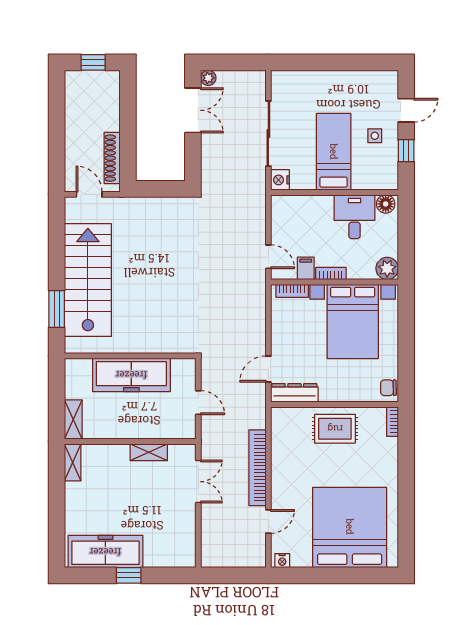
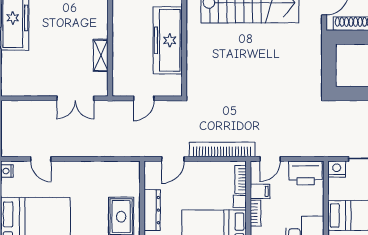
printer: (284, 216) -> (306, 173), added
door: (268, 369) -> (173, 159), swing flipped
dresser: (294, 393) -> (152, 210), moved
bookcase: (257, 468) -> (222, 149), moved

